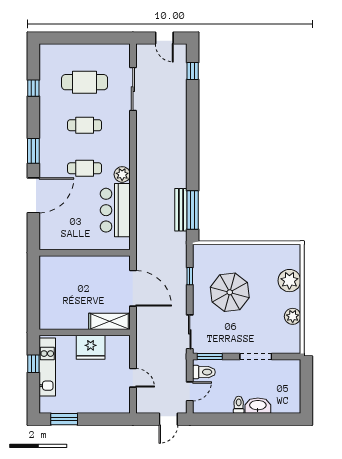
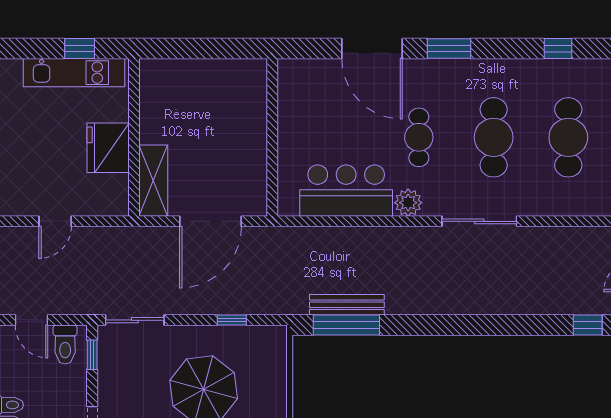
sliding door: (133, 89) -> (479, 221), moved
cafe table: (85, 125) -> (494, 137), width x1.37, depth x1.35
window: (210, 357) -> (92, 355), width x0.67

